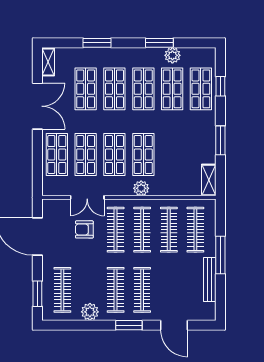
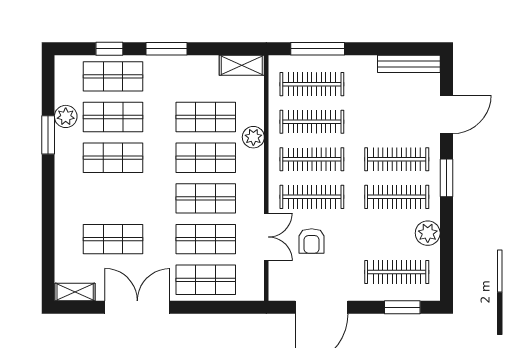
window: (97, 43) -> (48, 223), removed
shop shelf: (114, 89) -> (206, 117), moved
window: (220, 140) -> (167, 49), moved
plant: (141, 188) -> (253, 137), moved
window: (220, 255) -> (318, 49), moved
bench: (210, 279) -> (409, 64), moved

